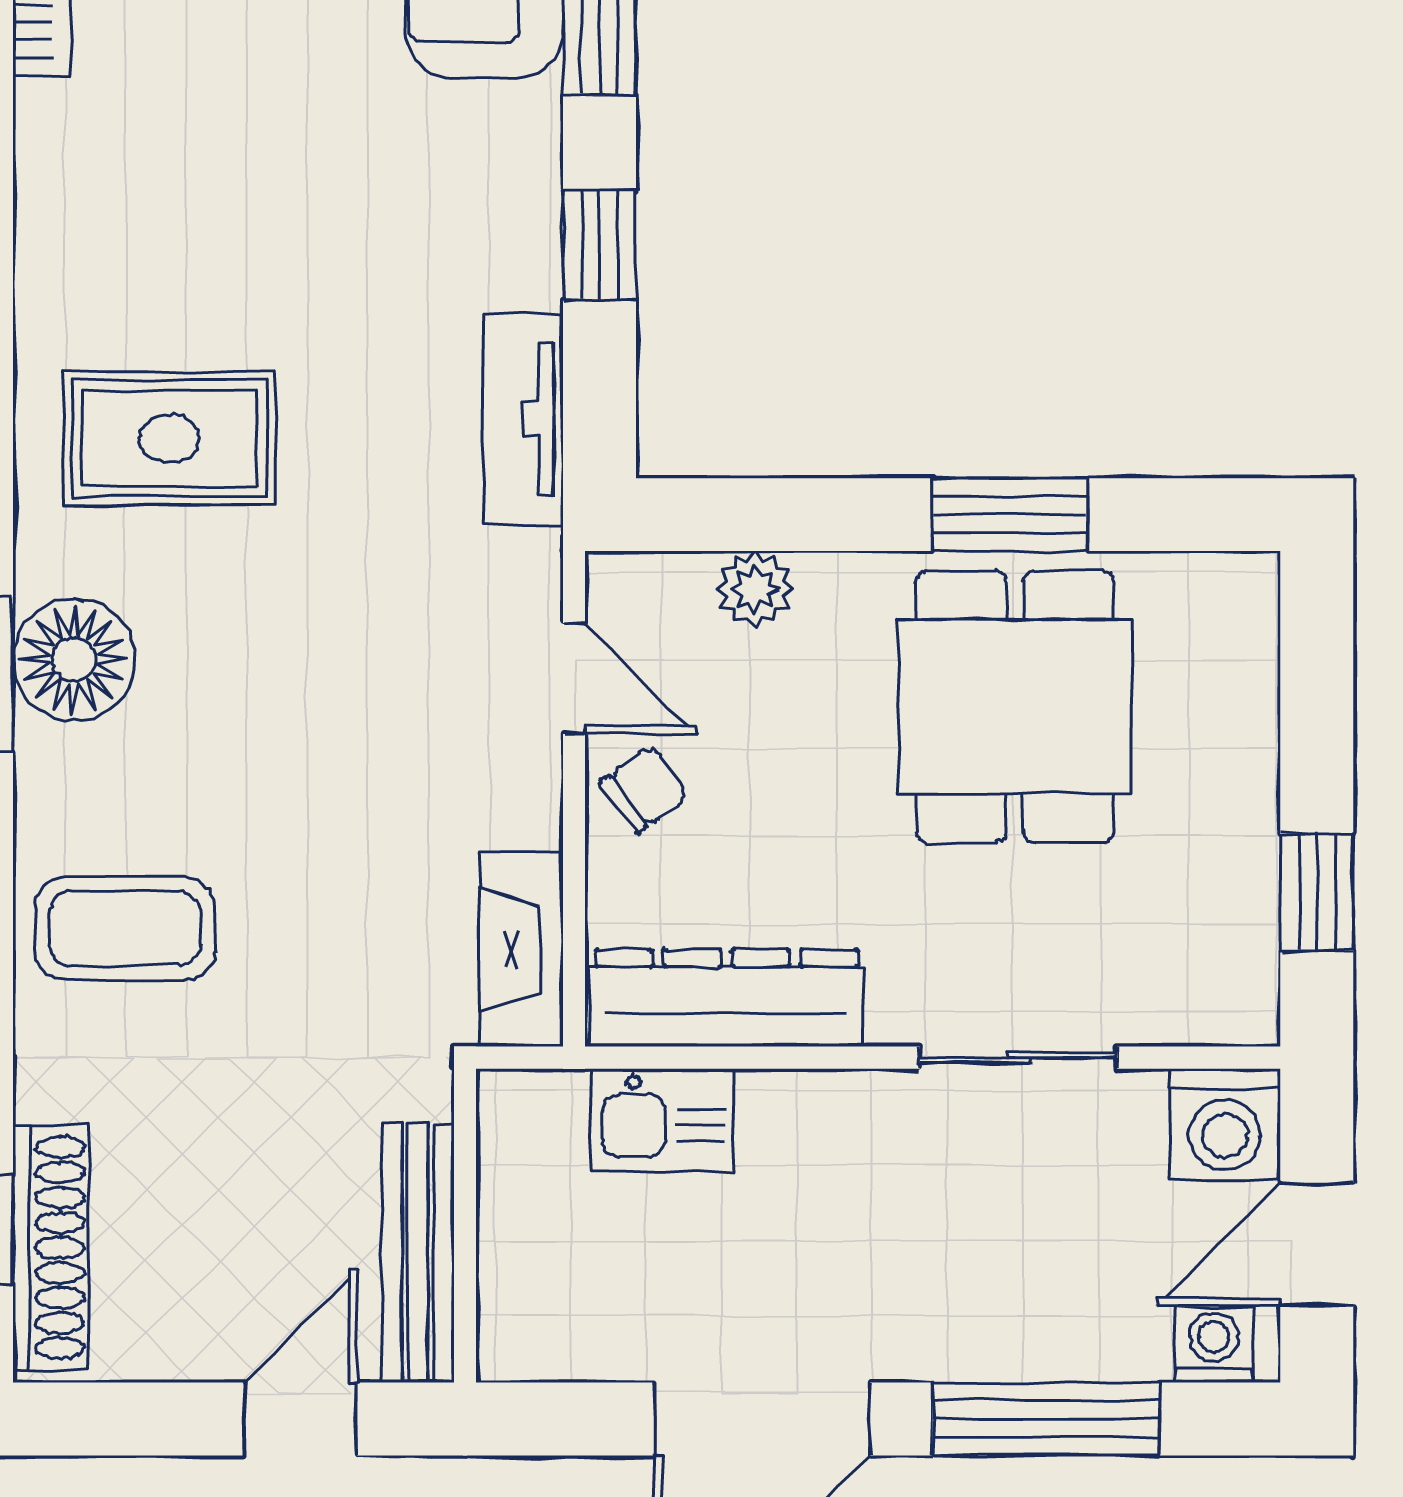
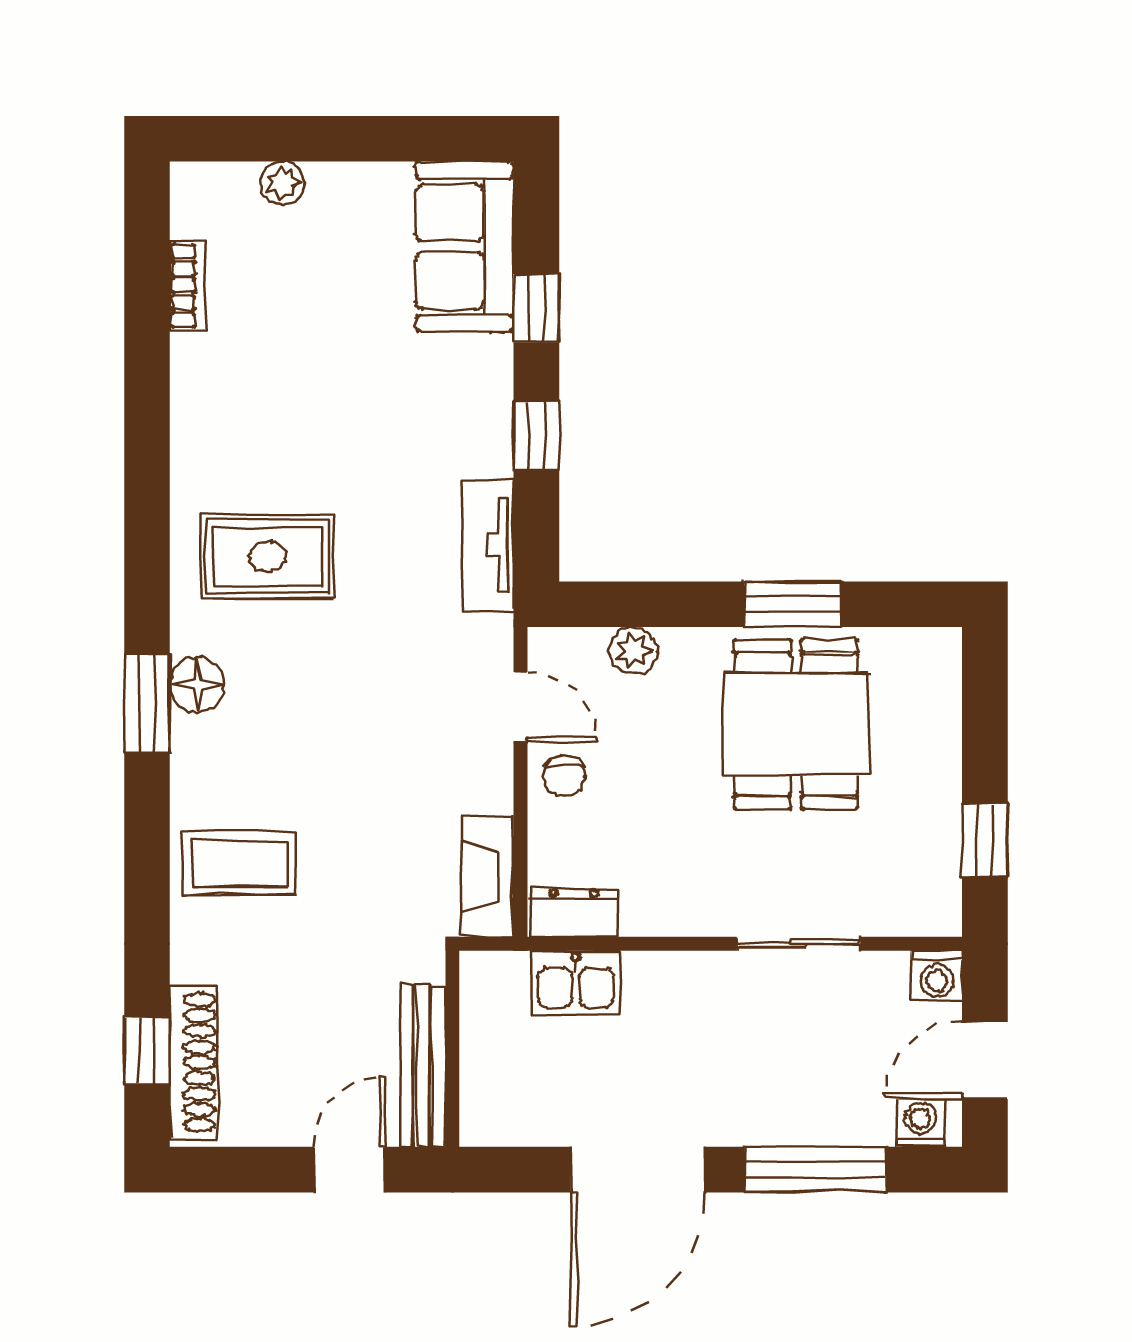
floor lamp: (74, 660) -> (198, 684), width x0.73, depth x0.73
chair: (644, 789) -> (564, 776), turned 126
dresser: (726, 998) -> (574, 912), width x0.51, depth x0.80
washing machine: (1225, 1124) -> (937, 976), width x0.73, depth x0.73

